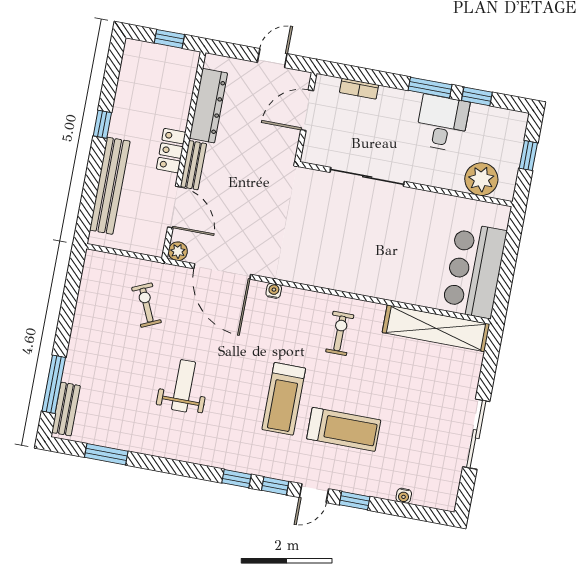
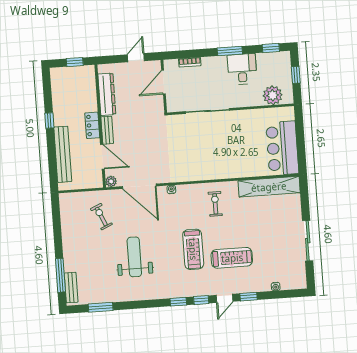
window: (477, 96) -> (271, 48), moved
weight bench: (184, 386) -> (134, 257), width x1.36, depth x1.33

